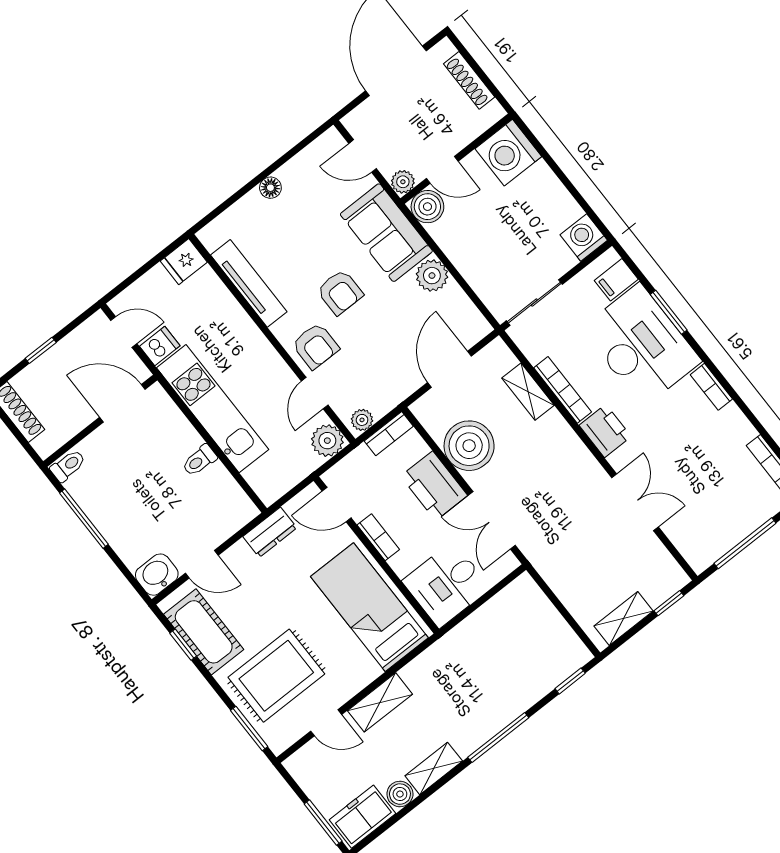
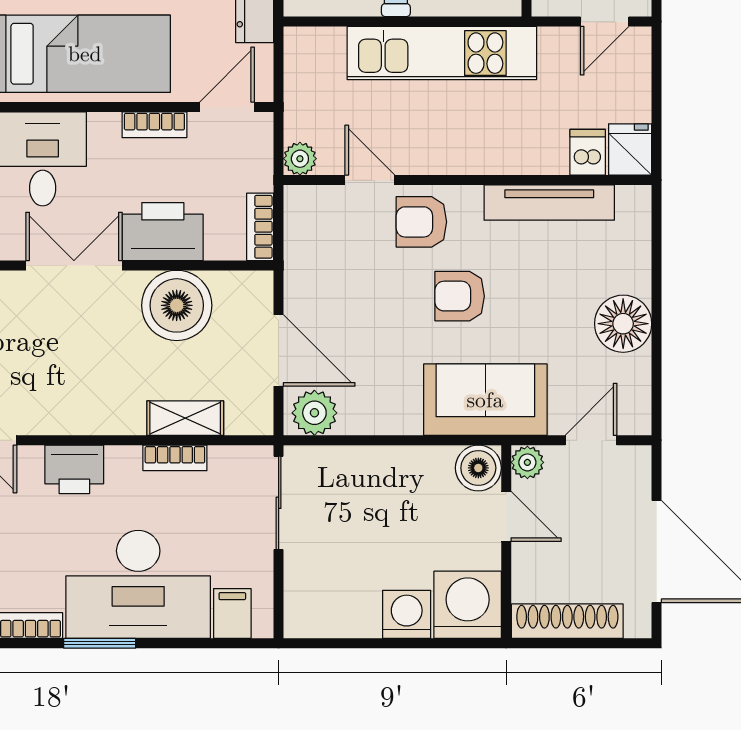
shoe rack: (469, 80) -> (567, 621), width x1.36, depth x1.24
door: (442, 170) -> (506, 516), swing flipped
floor lamp: (270, 188) -> (623, 324), width x1.89, depth x1.89
washing machine: (584, 238) -> (407, 614), moved, turned -90
plant: (432, 276) -> (314, 413), moved
window: (669, 312) -> (100, 643), moved
dishwasher: (160, 346) -> (588, 152), moved, turned 180
bookcase: (563, 390) -> (175, 458), width x0.64
plant: (362, 420) -> (299, 209), removed
plant: (327, 441) -> (300, 159), width x0.73, depth x0.73

